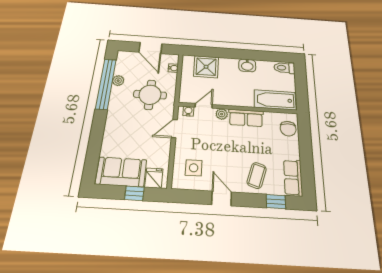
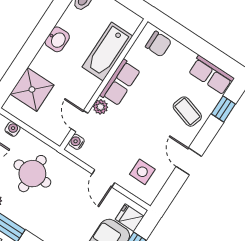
bathtub: (275, 100) -> (107, 52), moved
door: (174, 129) -> (103, 178), moved
door: (222, 198) -> (189, 161), hinge flipped

